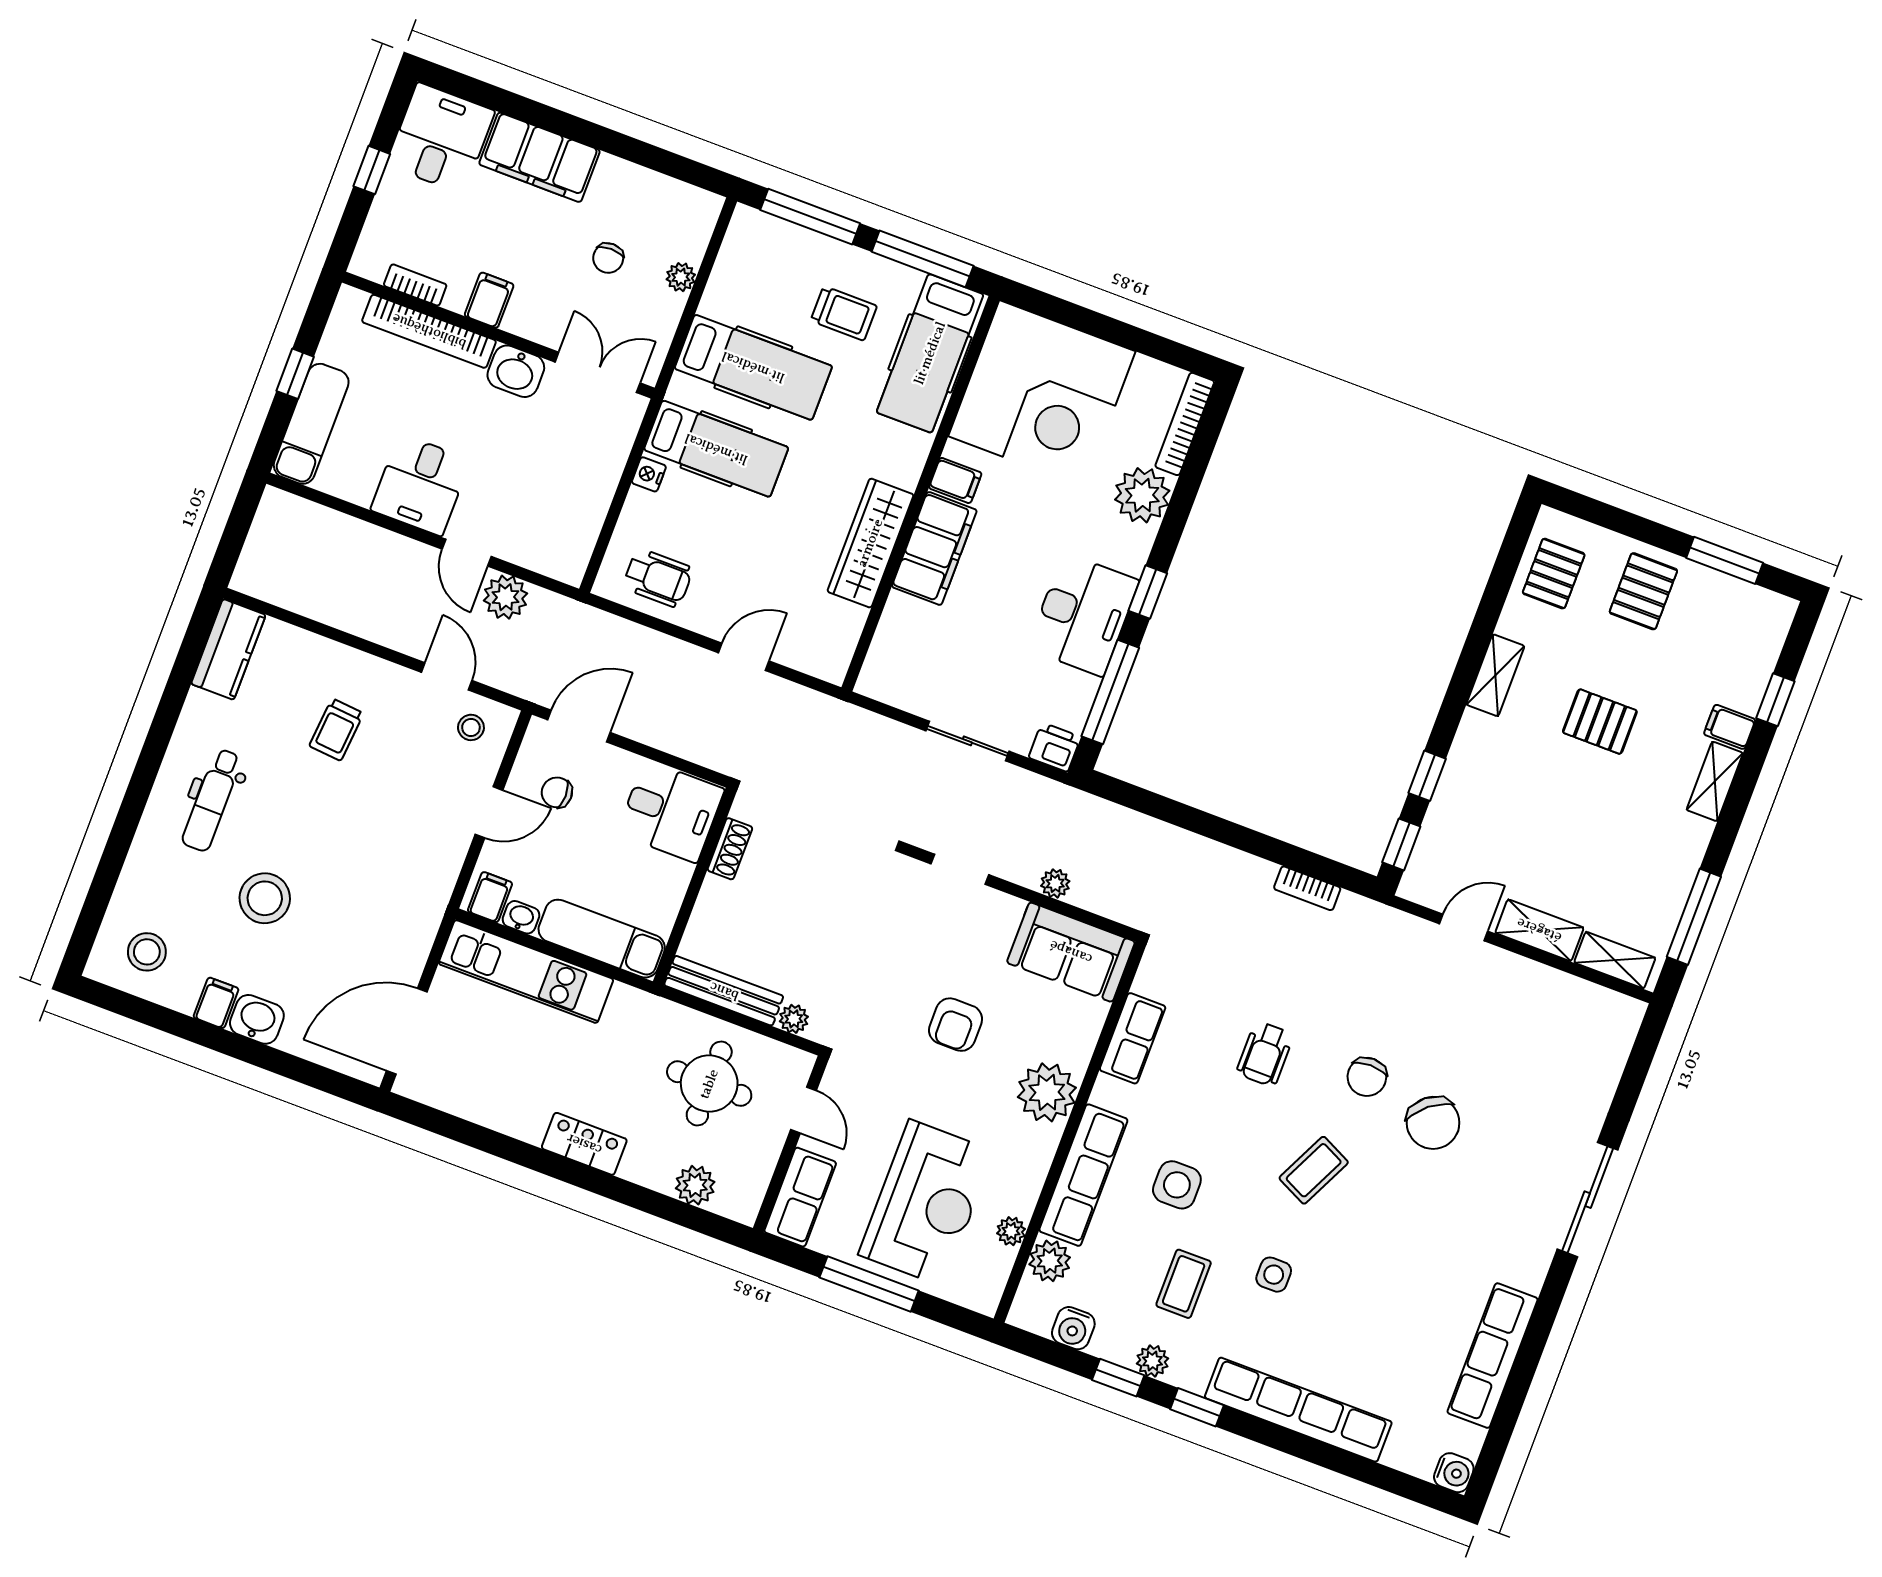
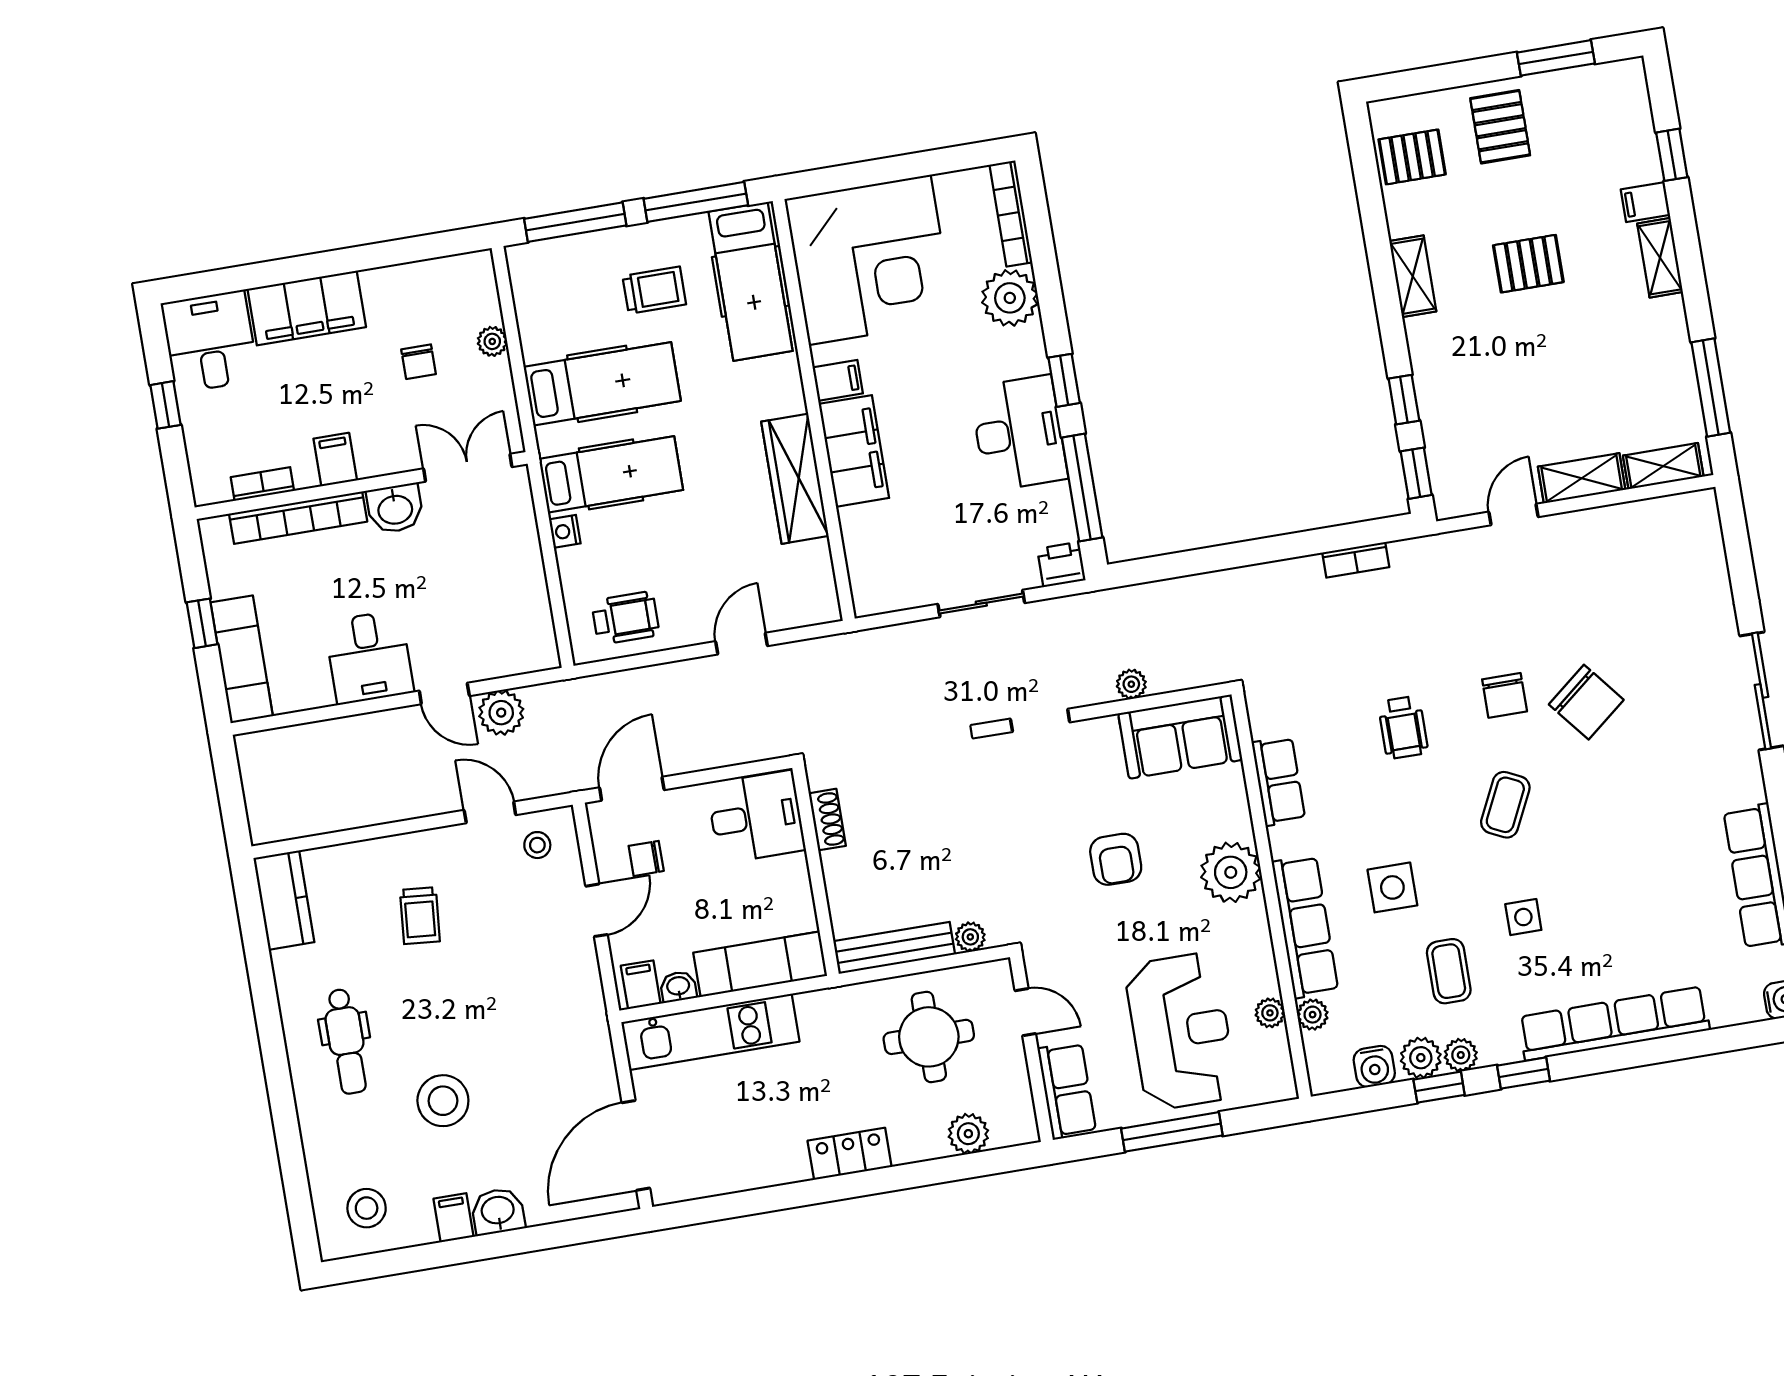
pallet: (1554, 574) -> (1412, 157), turned 90
plant: (1050, 1261) -> (1313, 1015), width x0.73, depth x0.73
plant: (1117, 1344) -> (1421, 1058), added

